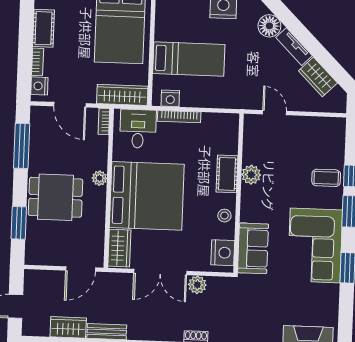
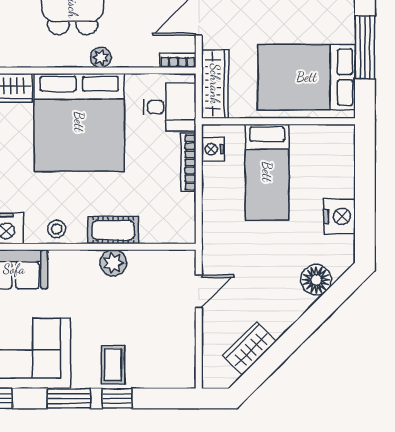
tv unit: (294, 47) -> (289, 314), removed

